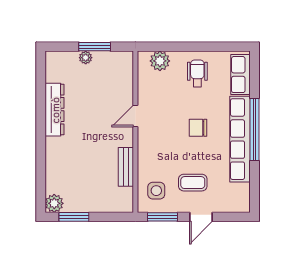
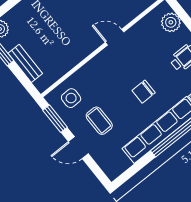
chair: (198, 128) -> (144, 92), turned -90
bench: (126, 167) -> (25, 63), moved, turned 90

